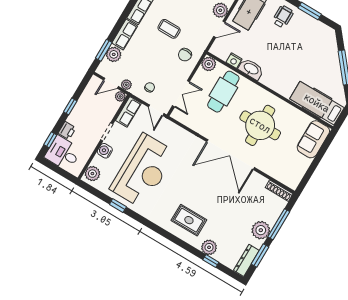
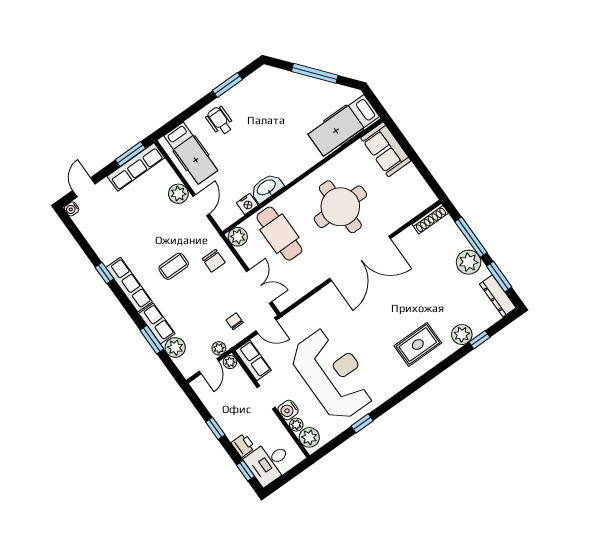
window: (104, 50) -> (152, 340), moved
plant: (97, 161) -> (296, 425), added

